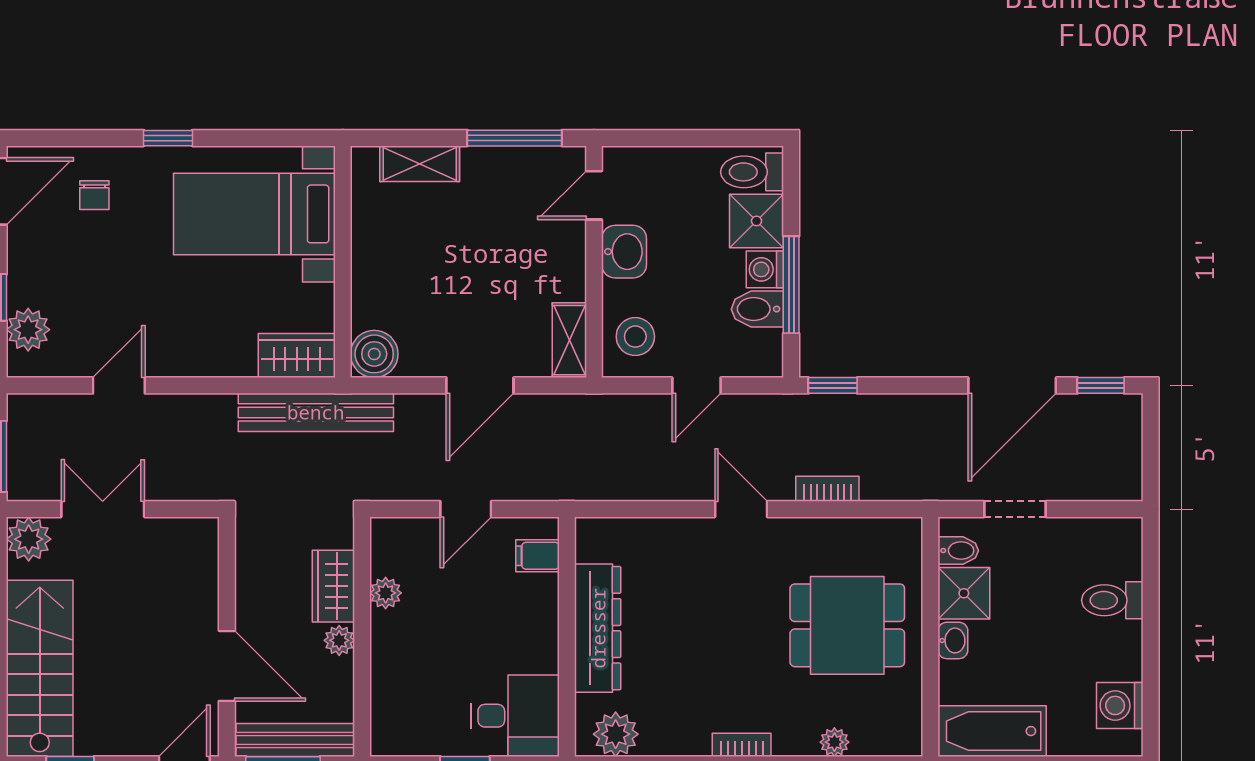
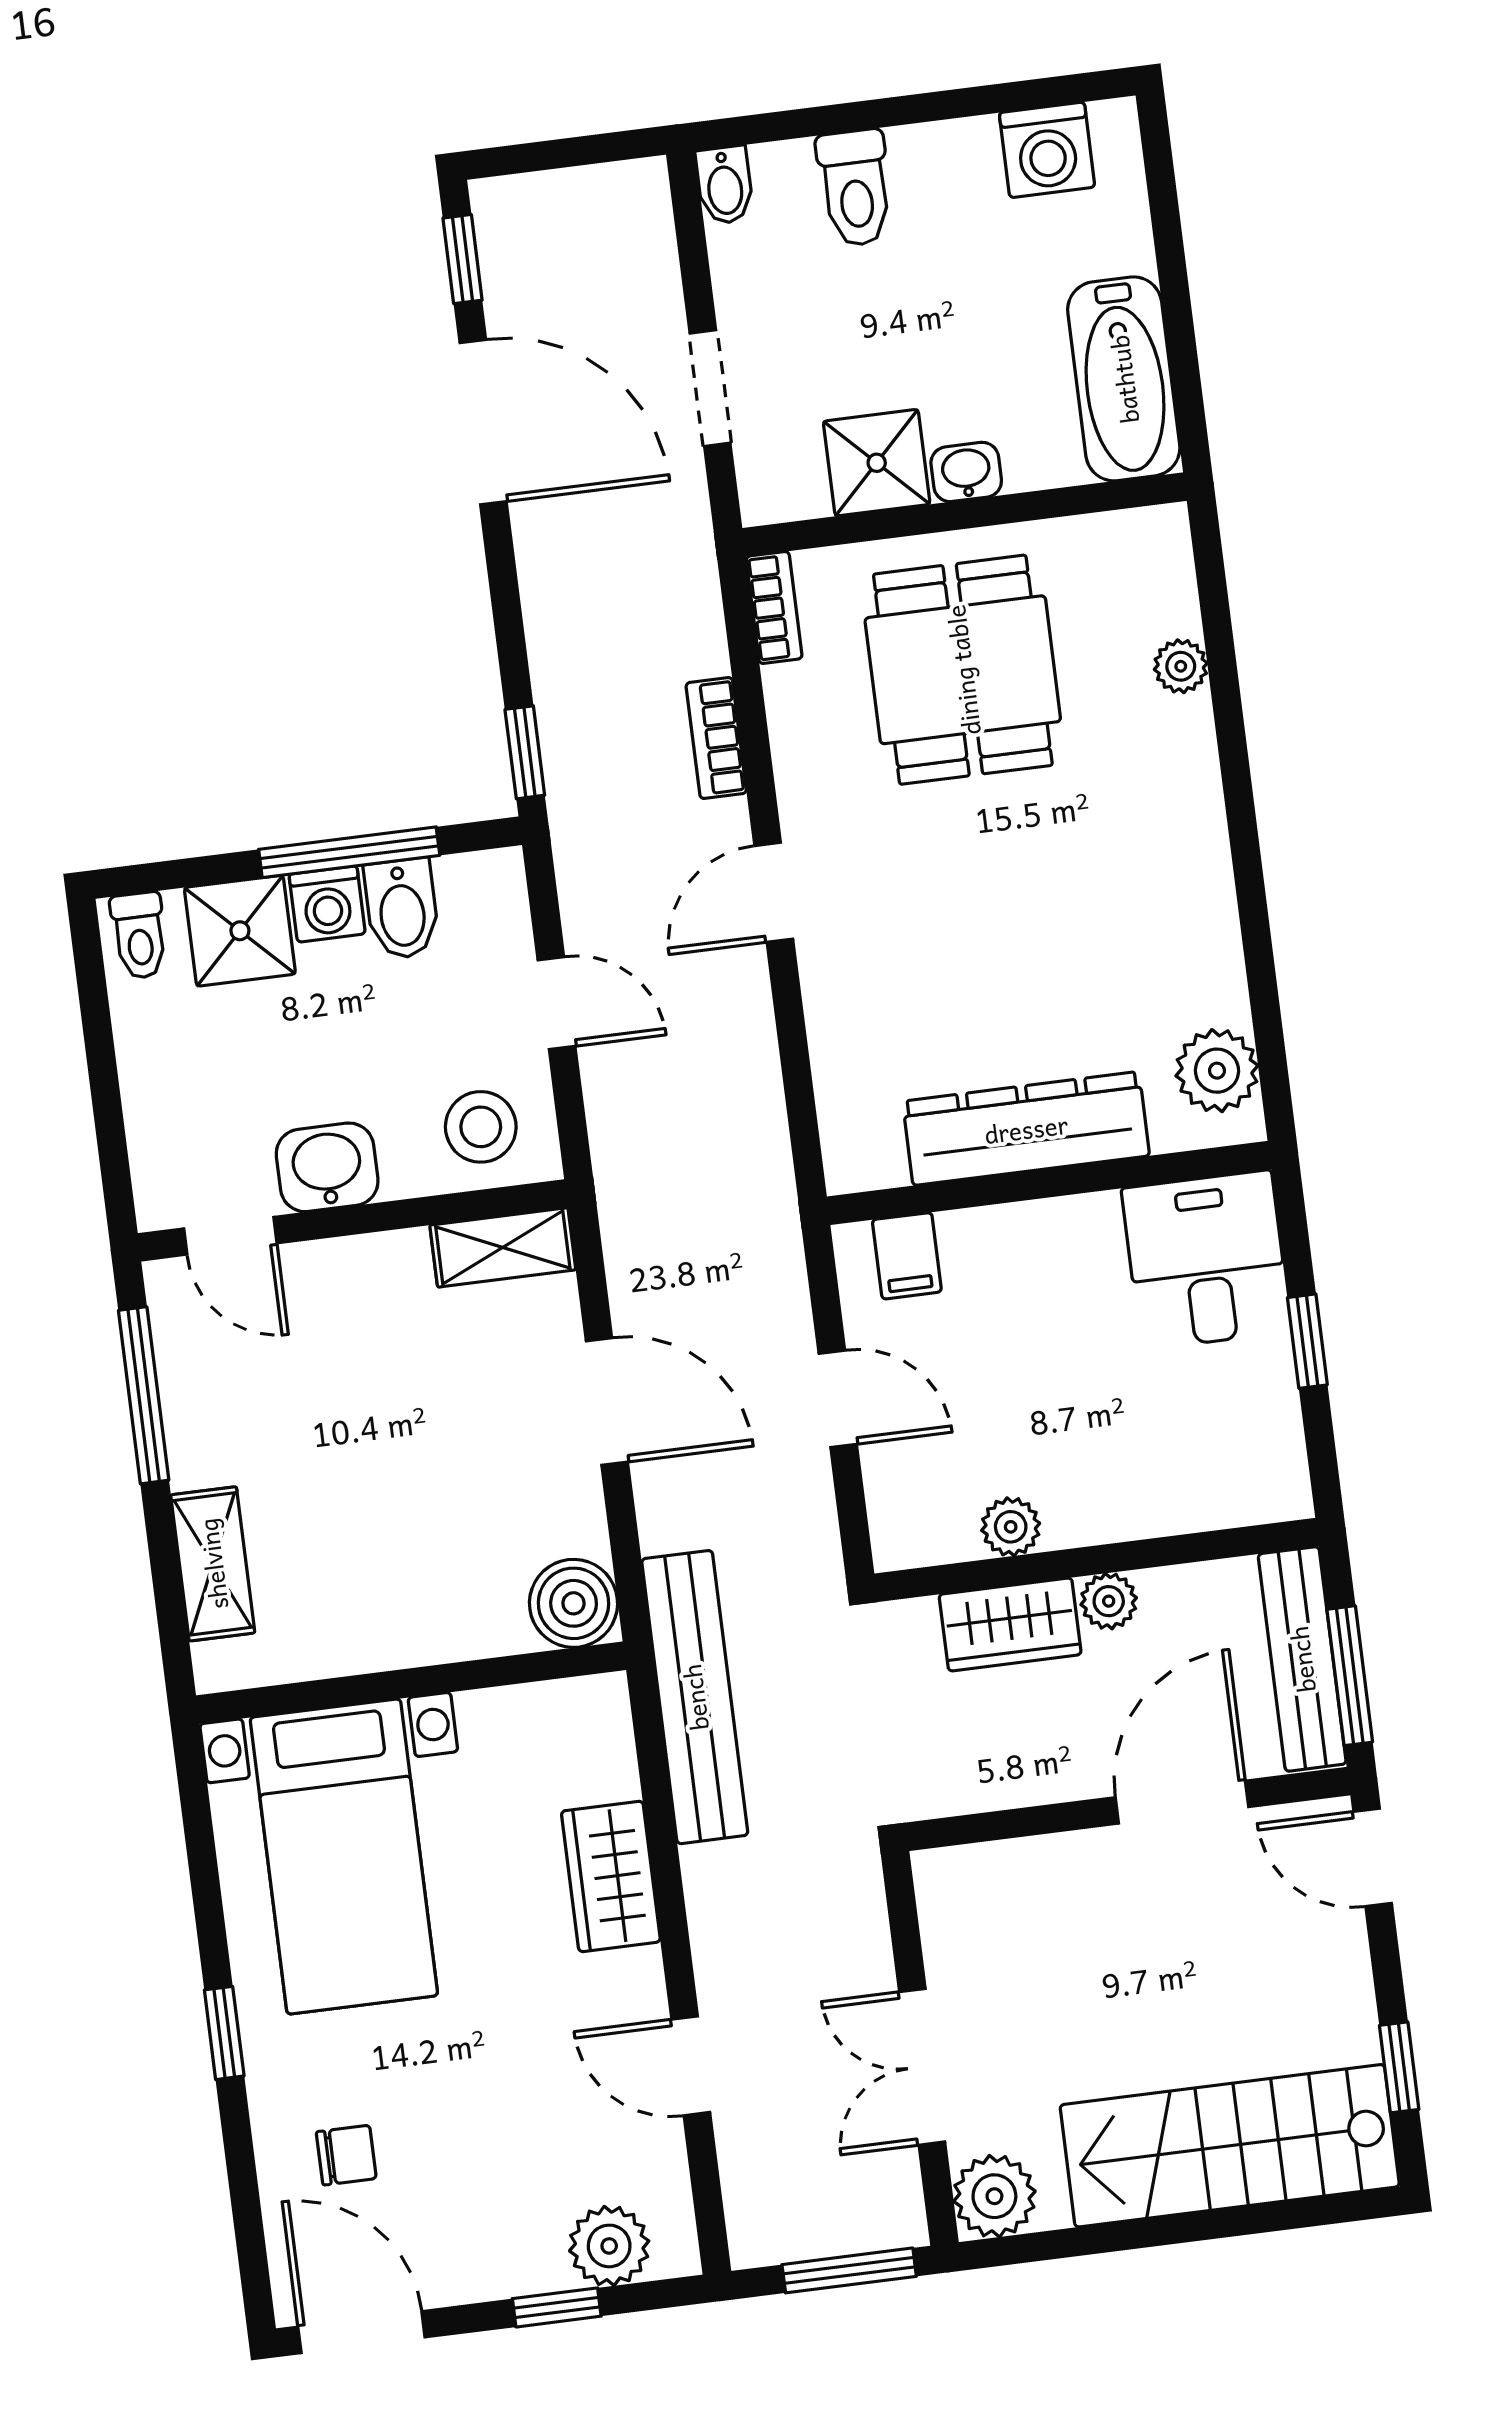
toilet: (752, 172) -> (139, 935), width x0.73, depth x0.72
wardrobe: (297, 356) -> (611, 1876), moved
bidet: (958, 551) -> (725, 185), moved, turned 180
bookcase: (742, 745) -> (774, 607), moved, turned 180

